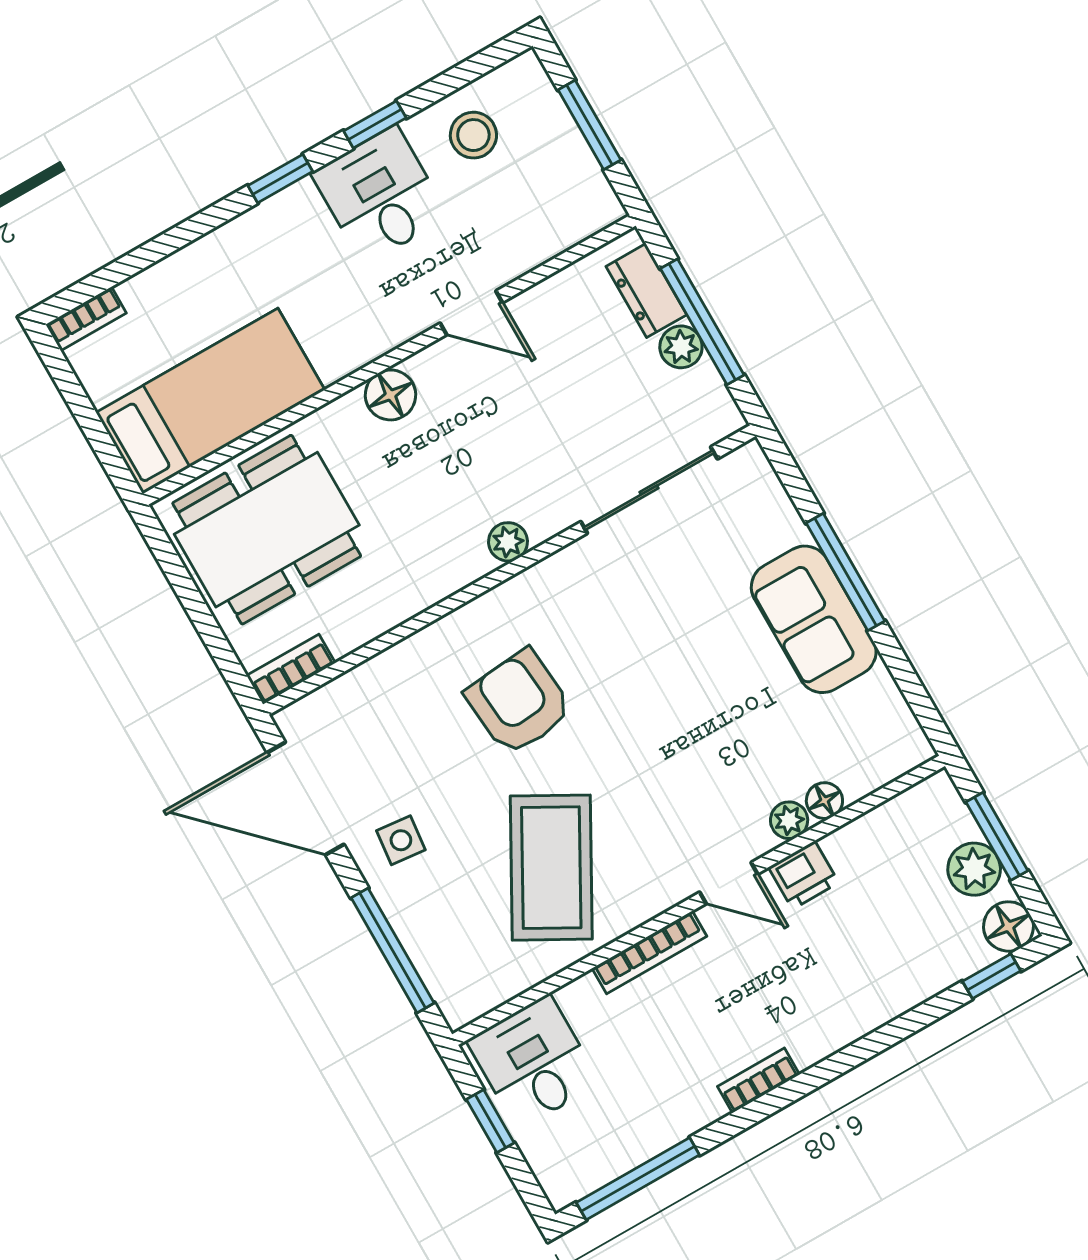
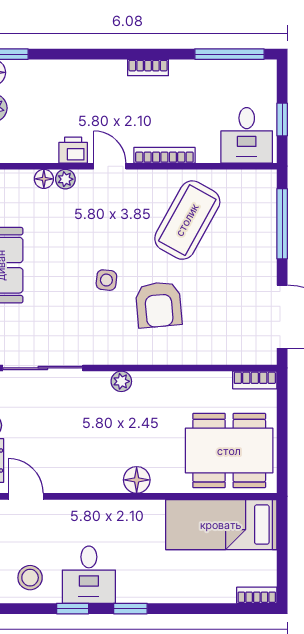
door: (471, 313) -> (26, 496), moved
side table: (401, 840) -> (106, 280), moved

